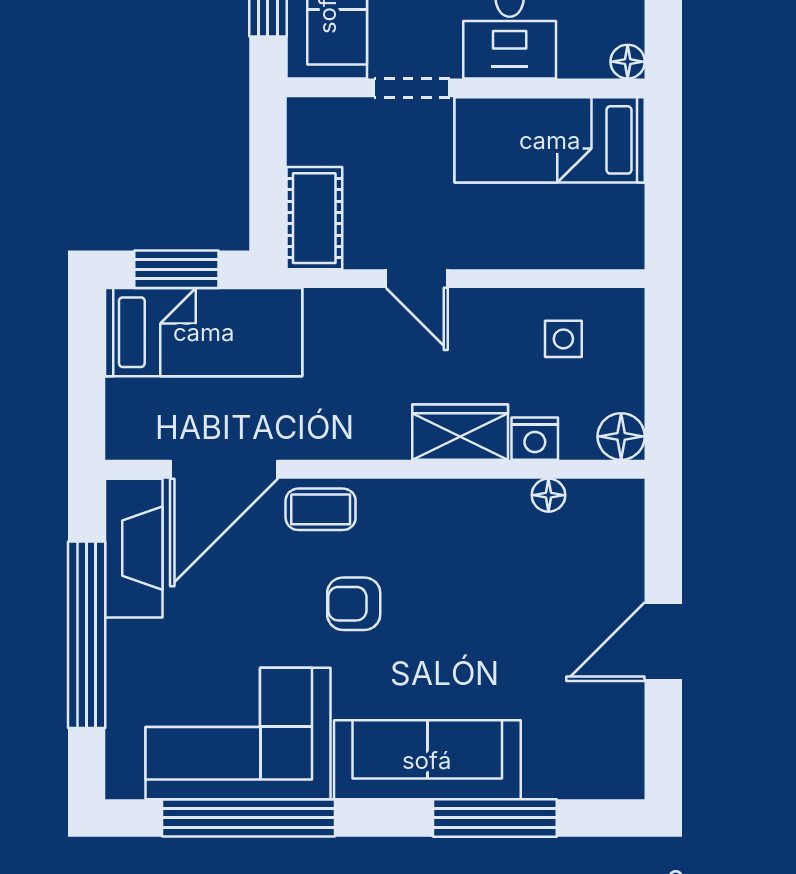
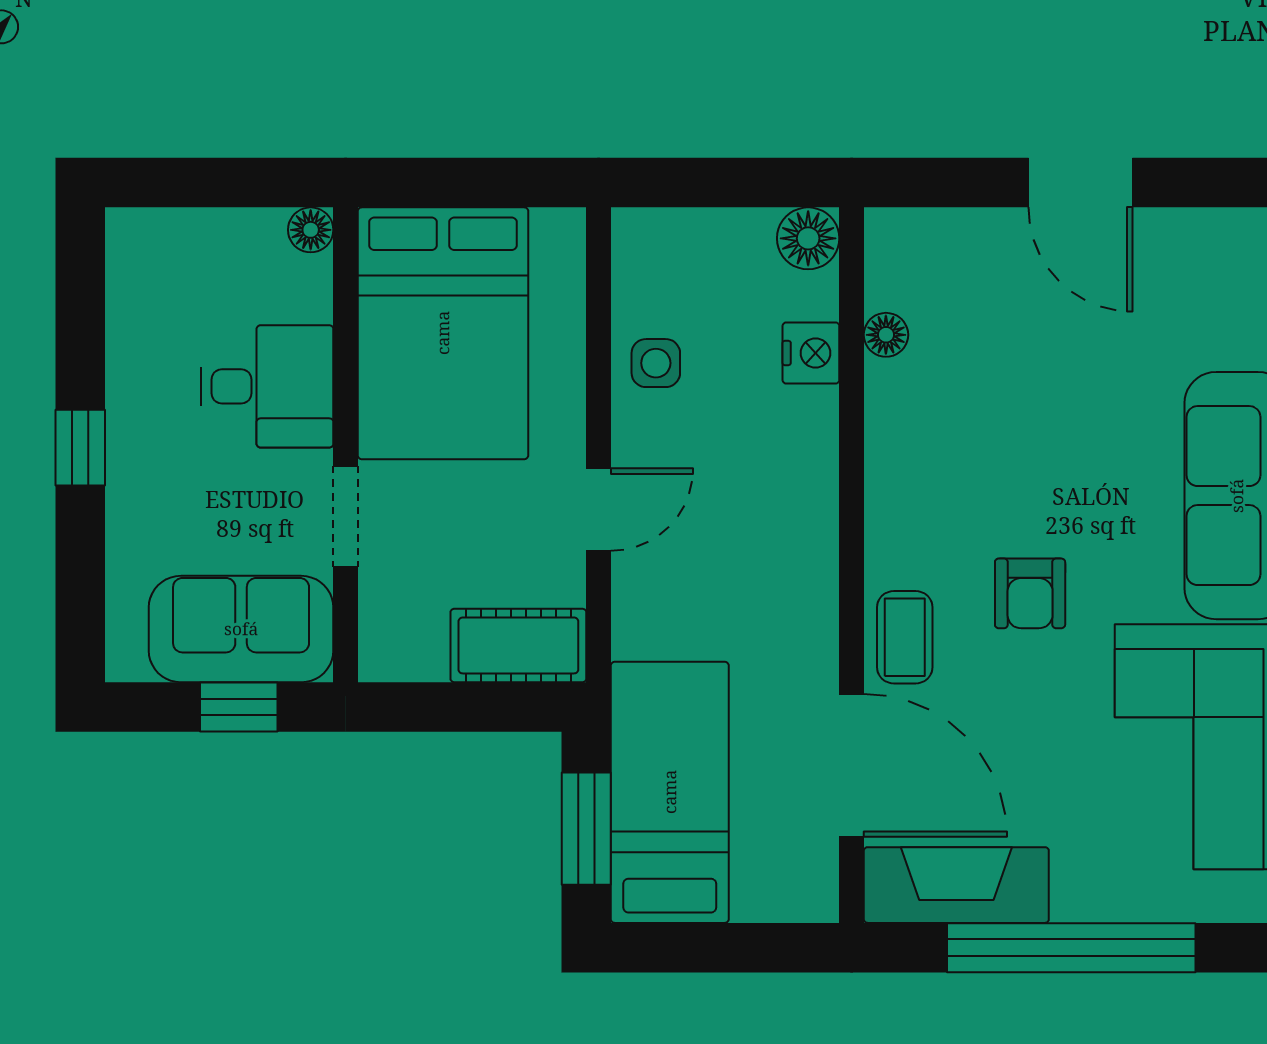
bed: (550, 140) -> (443, 333), width x1.50
side table: (563, 339) -> (656, 363), moved
wardrobe: (460, 432) -> (802, 452), removed

